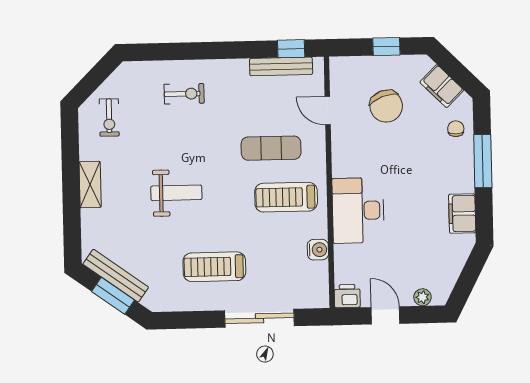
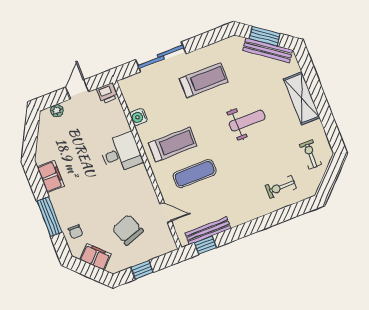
exercise bike: (184, 94) -> (281, 187), moved
shelving: (90, 185) -> (302, 98), width x1.50, depth x1.33
weight bench: (176, 193) -> (247, 121), turned 180
desk: (358, 210) -> (121, 153), width x0.73
door: (385, 315) -> (77, 89), swing flipped

